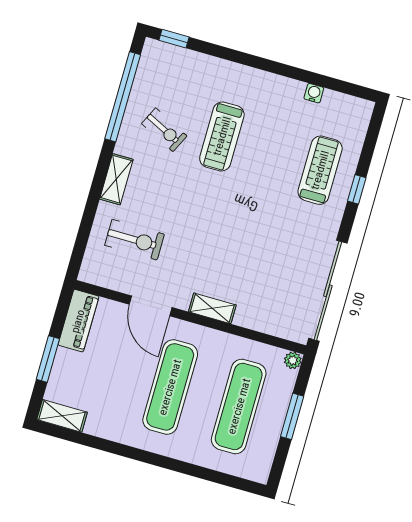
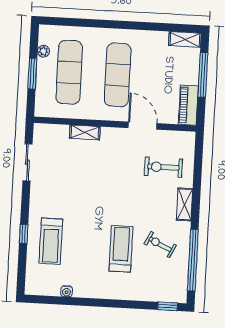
sliding door: (328, 291) -> (28, 162), width x0.54
shelving: (212, 308) -> (85, 132), moved
window: (48, 359) -> (203, 75), width x1.44
plant: (293, 360) -> (43, 51), moved

